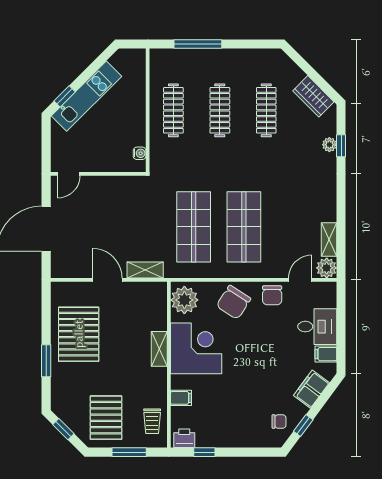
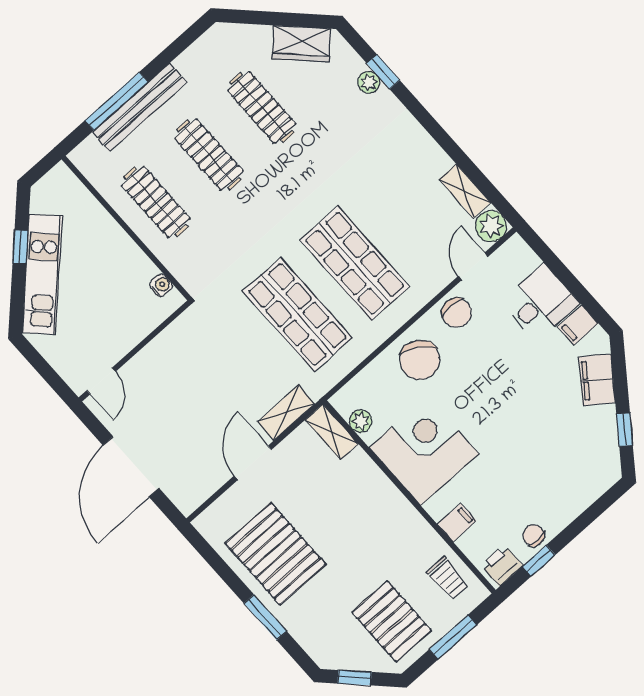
bench: (207, 57) -> (140, 107), added
window: (65, 96) -> (20, 247), moved
door: (107, 280) -> (253, 463), hinge flipped
plant: (184, 300) -> (361, 421), width x0.53, depth x0.53
shelving: (159, 349) -> (332, 432), moved
chair: (279, 421) -> (534, 535), moved, turned -90

